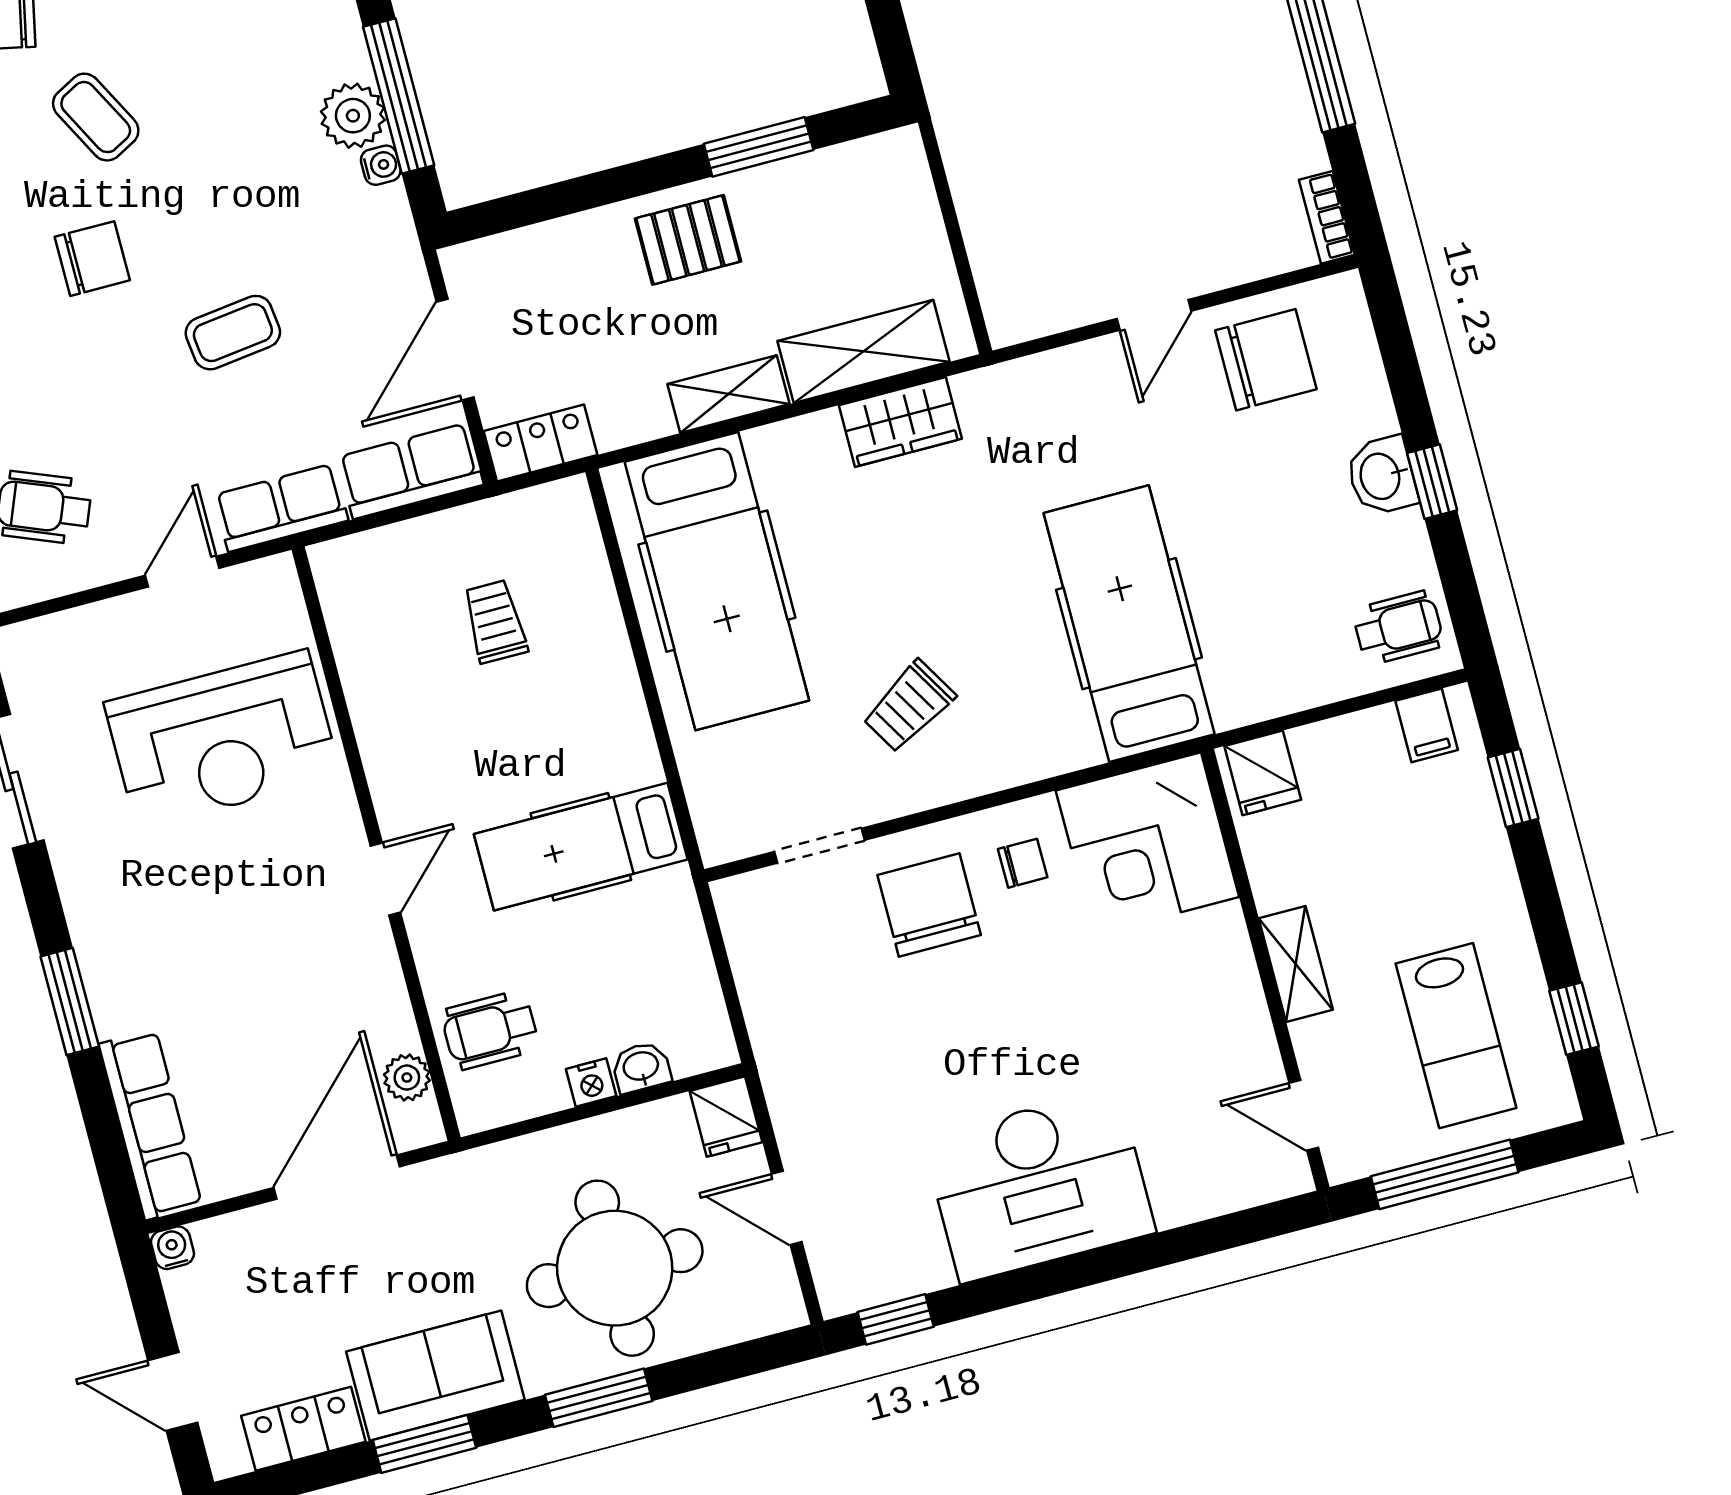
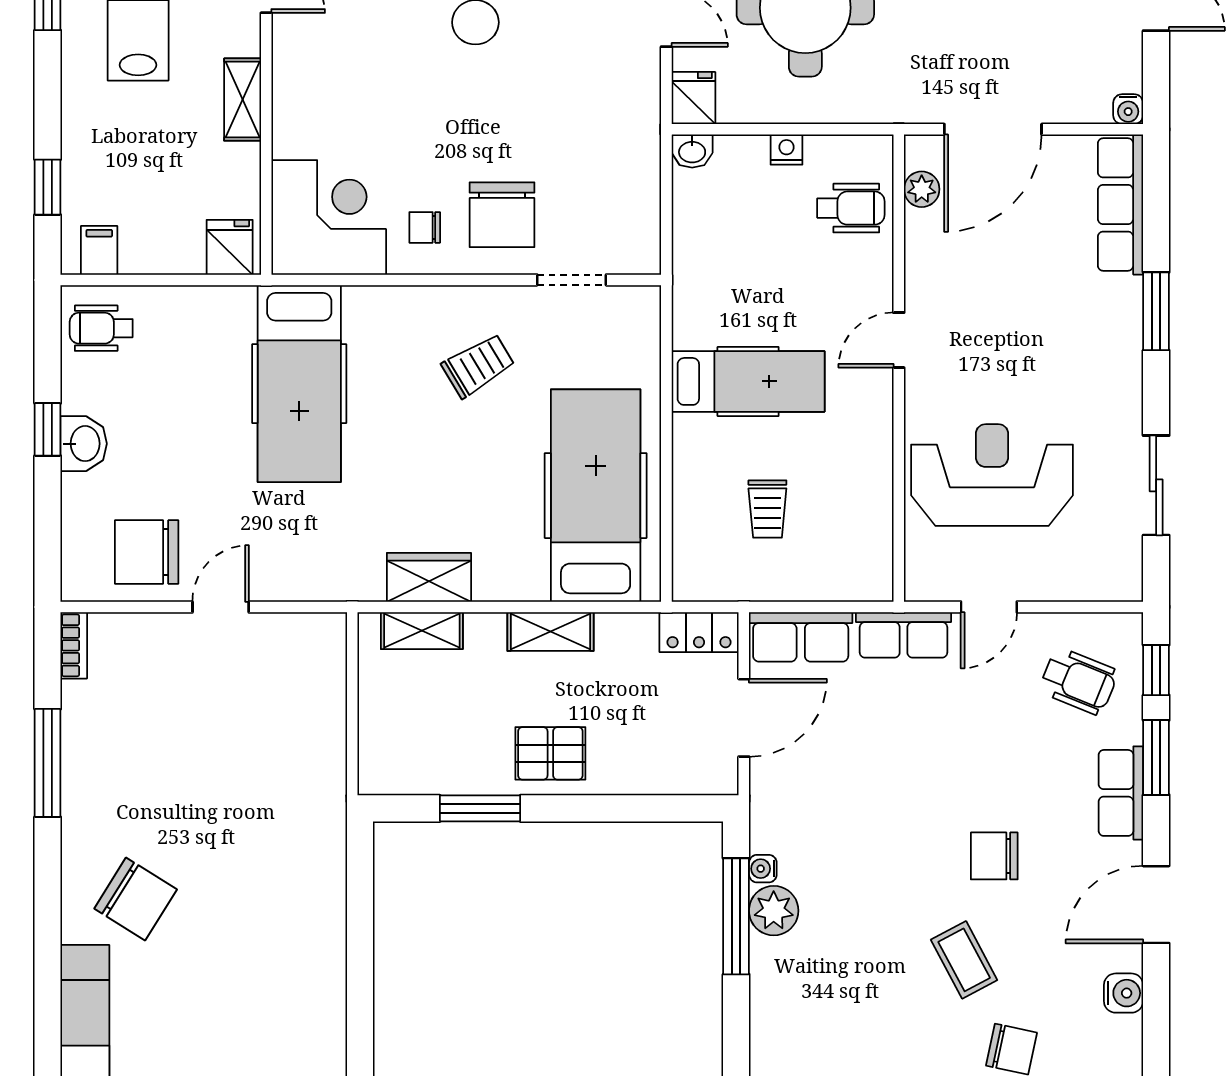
coffee table: (233, 333) -> (905, 774), removed
shelving: (864, 351) -> (422, 631), width x0.67, depth x0.75
hospital bed: (581, 847) -> (748, 381), moved
washbasin: (641, 1067) -> (692, 151), moved

